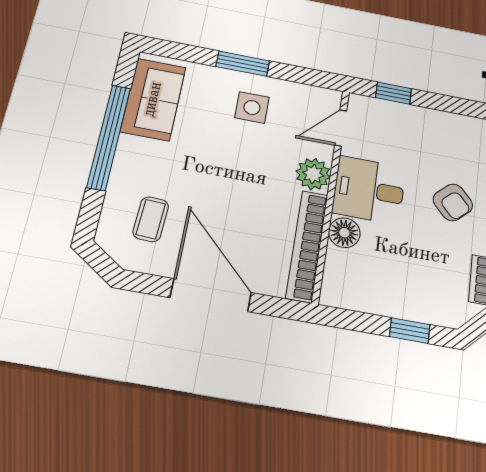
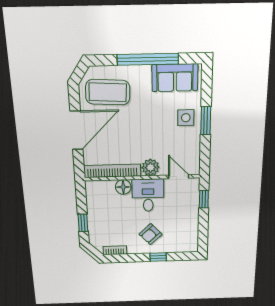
side table: (252, 108) -> (186, 118), moved
coffee table: (151, 219) -> (108, 92), width x1.86, depth x1.72

